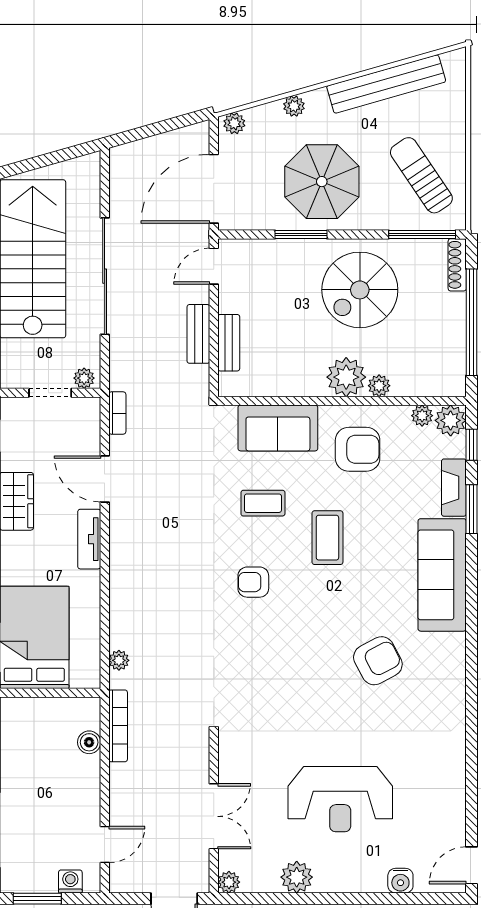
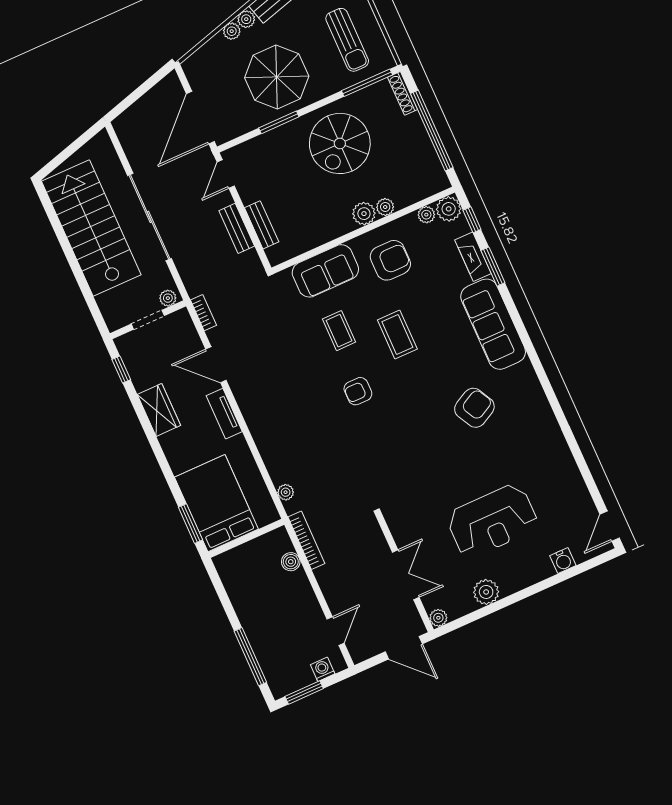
plant: (234, 123) -> (246, 19), moved
sun lounger: (421, 175) -> (347, 40), turned -146
plant: (346, 377) -> (364, 214), width x0.73, depth x0.73
coffee table: (263, 503) -> (339, 331), turned 90

